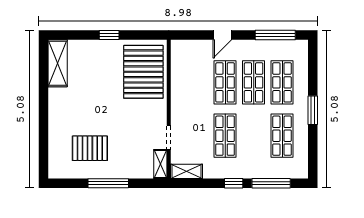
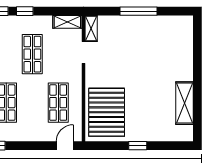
door: (222, 35) -> (65, 146), moved
shelving: (58, 63) -> (184, 103), moved
shop shelf: (225, 82) -> (58, 103), moved
pallet: (90, 148) -> (155, 43), removed

